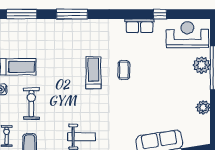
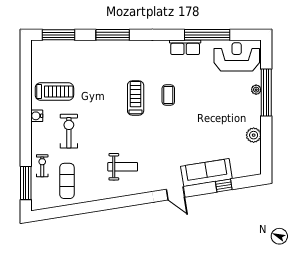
window: (160, 14) -> (207, 35), width x3.17
plant: (202, 65) -> (256, 90), width x0.53, depth x0.53

